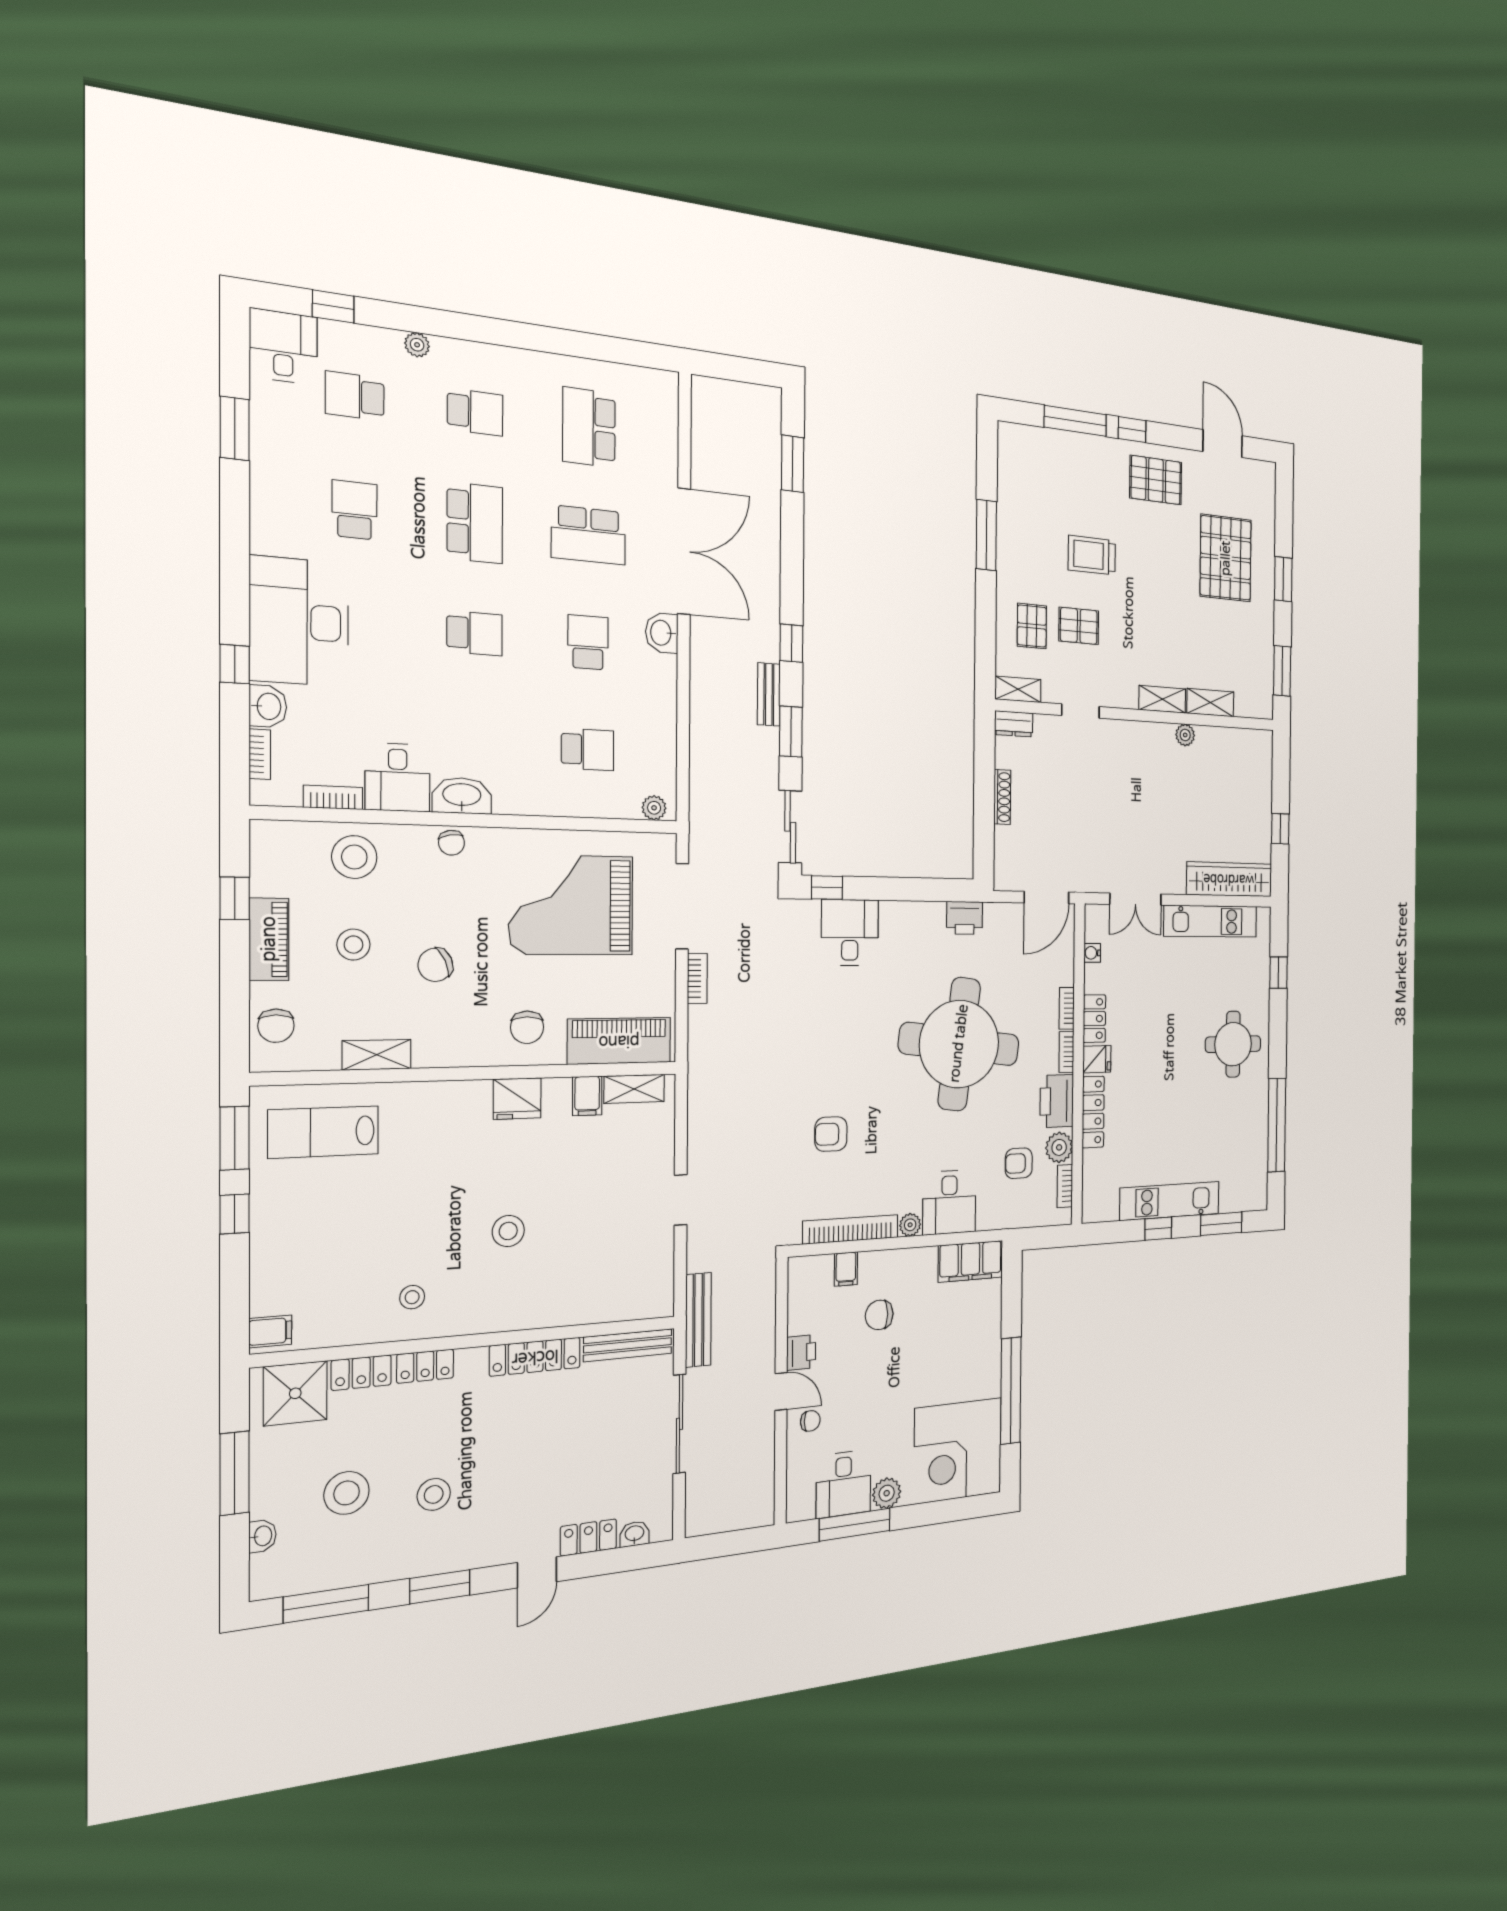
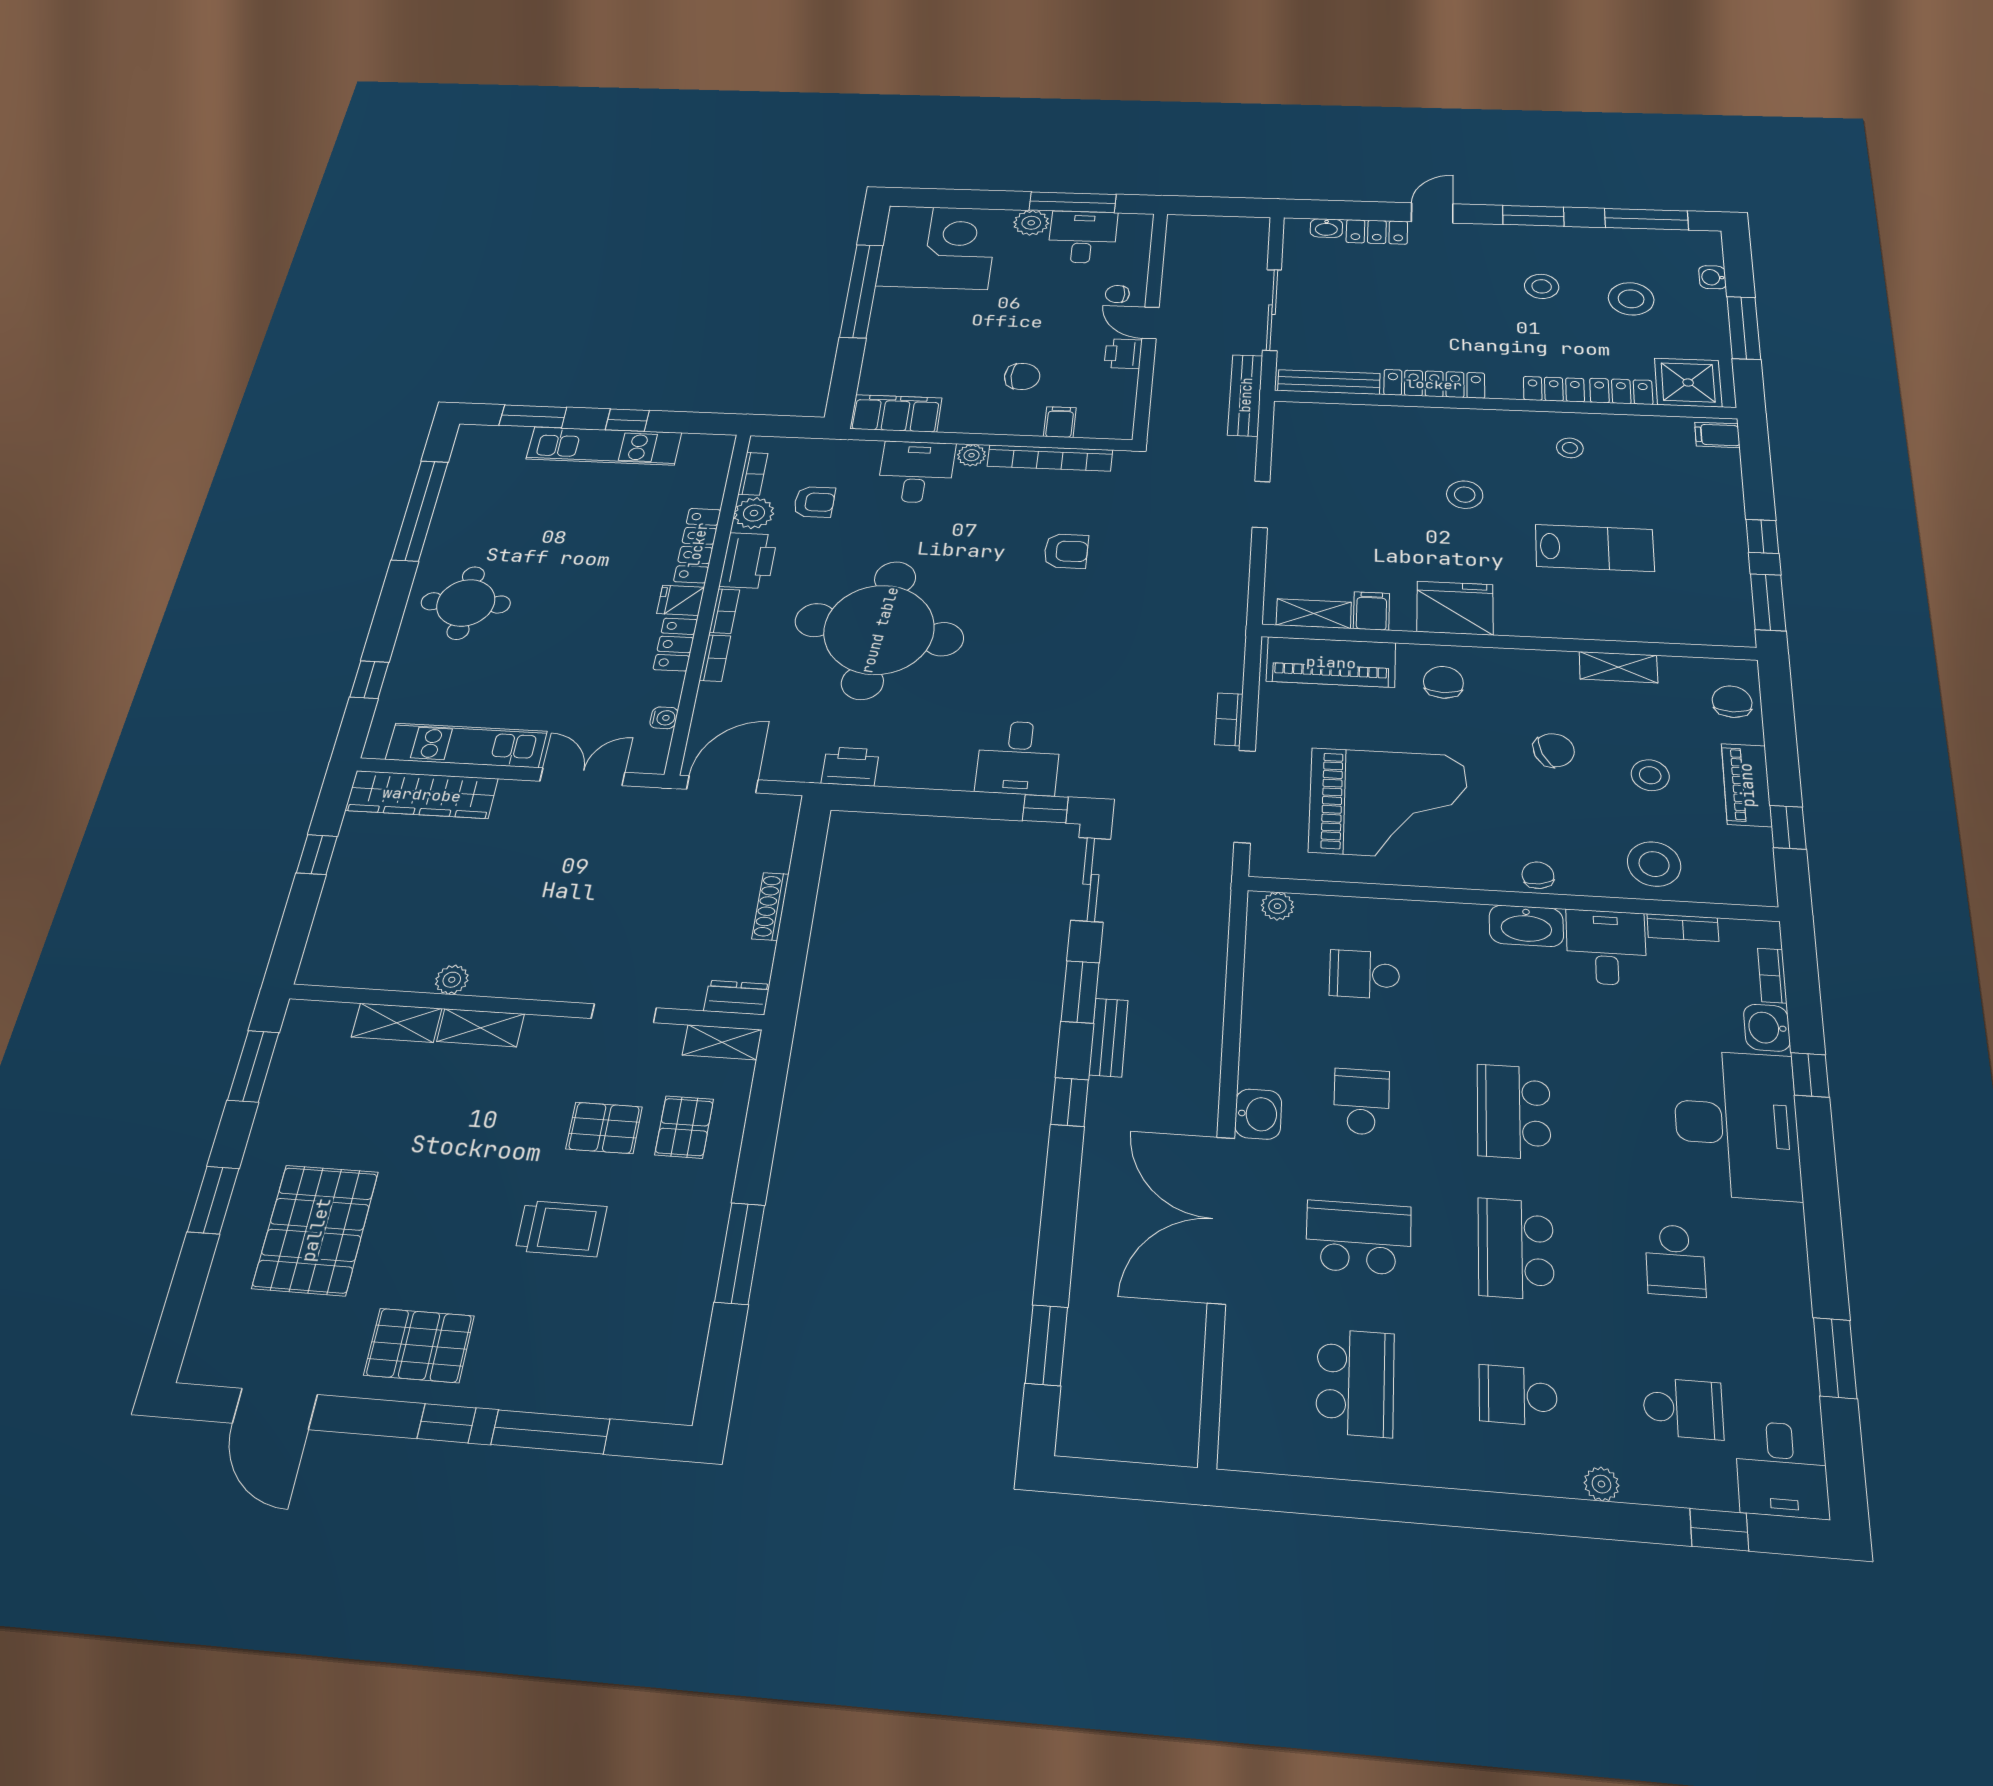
school desk: (474, 633) -> (1514, 1112), width x1.85
school desk: (588, 642) -> (1362, 1102), turned 180
fridge: (517, 1099) -> (1455, 608), width x1.36, depth x1.34
lab bench: (324, 1132) -> (1595, 548), moved

